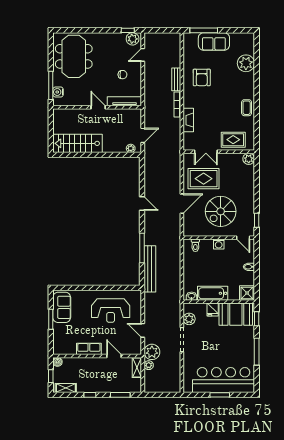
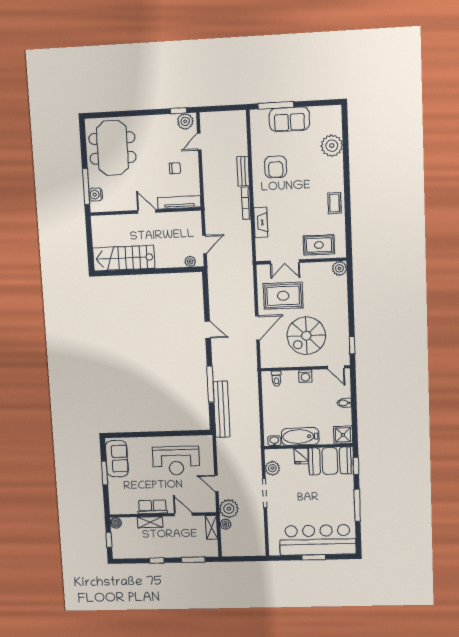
shelving: (66, 388) -> (150, 522), moved

